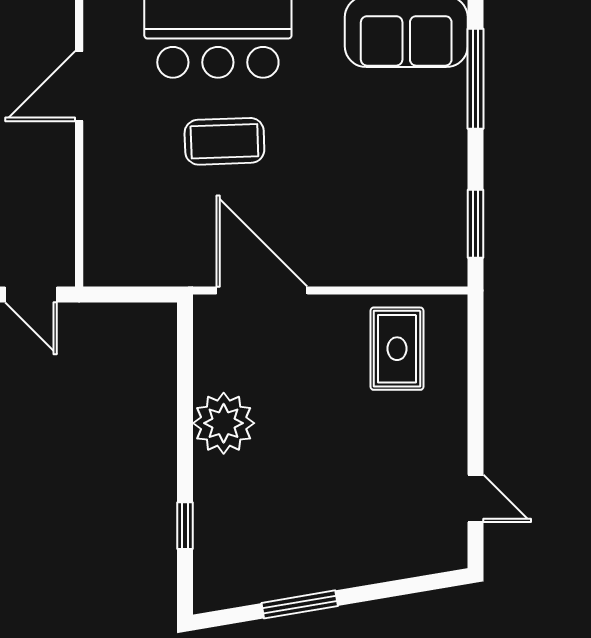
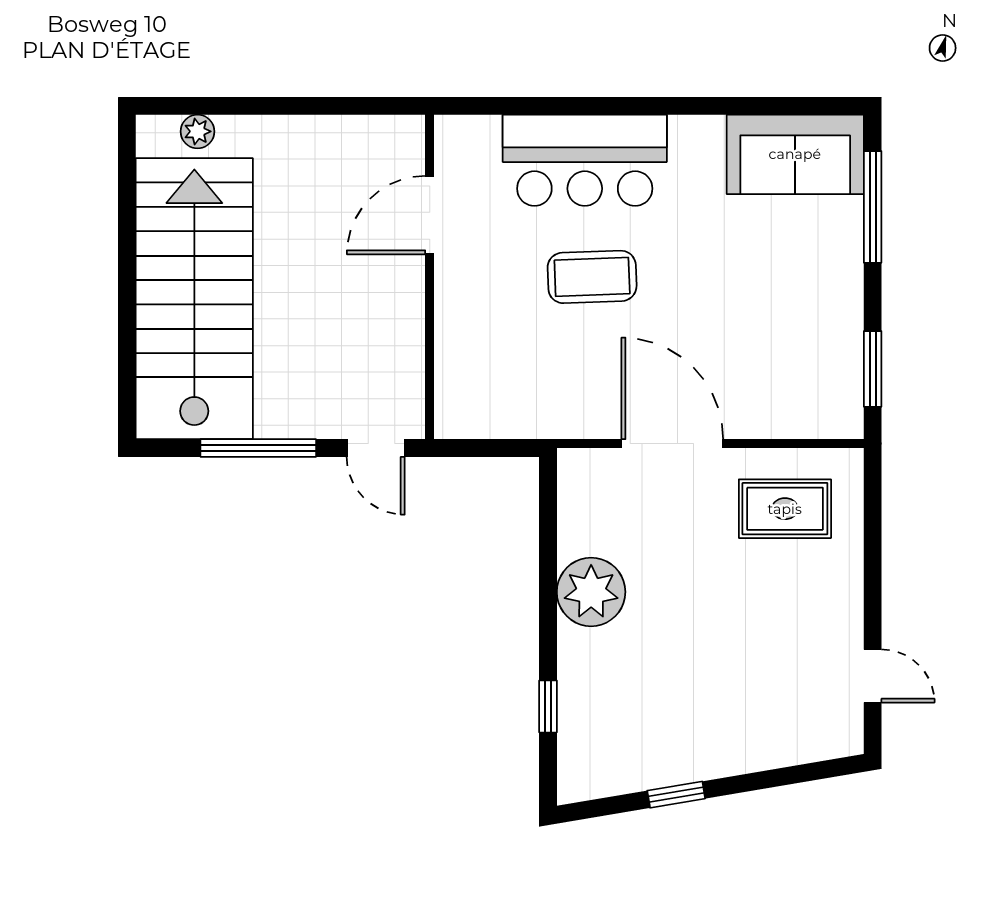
door: (262, 290) -> (672, 444), moved
rug: (397, 349) -> (785, 509), turned 90
window: (300, 604) -> (676, 795), width x0.67

